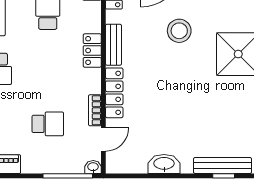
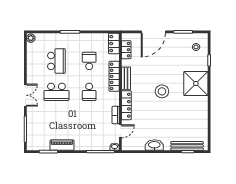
stool: (179, 31) -> (162, 91), moved
locker: (92, 51) -> (114, 76), width x1.53
school desk: (48, 124) -> (89, 92), moved, turned 90

